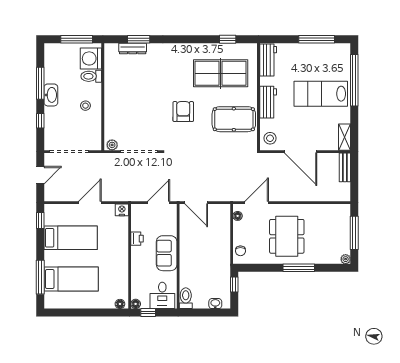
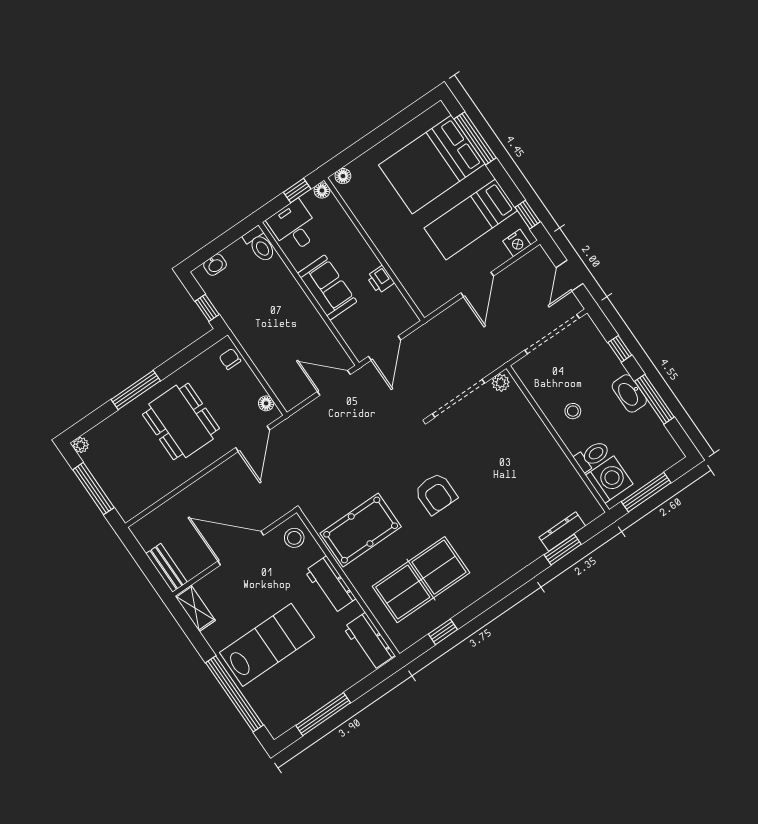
nightstand: (122, 210) -> (517, 243), moved
bed: (71, 279) -> (432, 164), width x1.50

